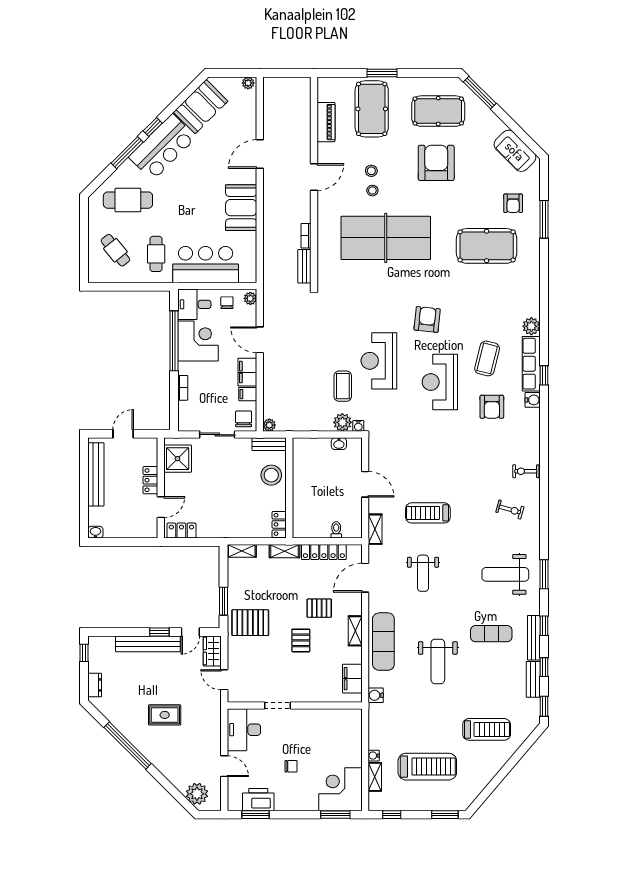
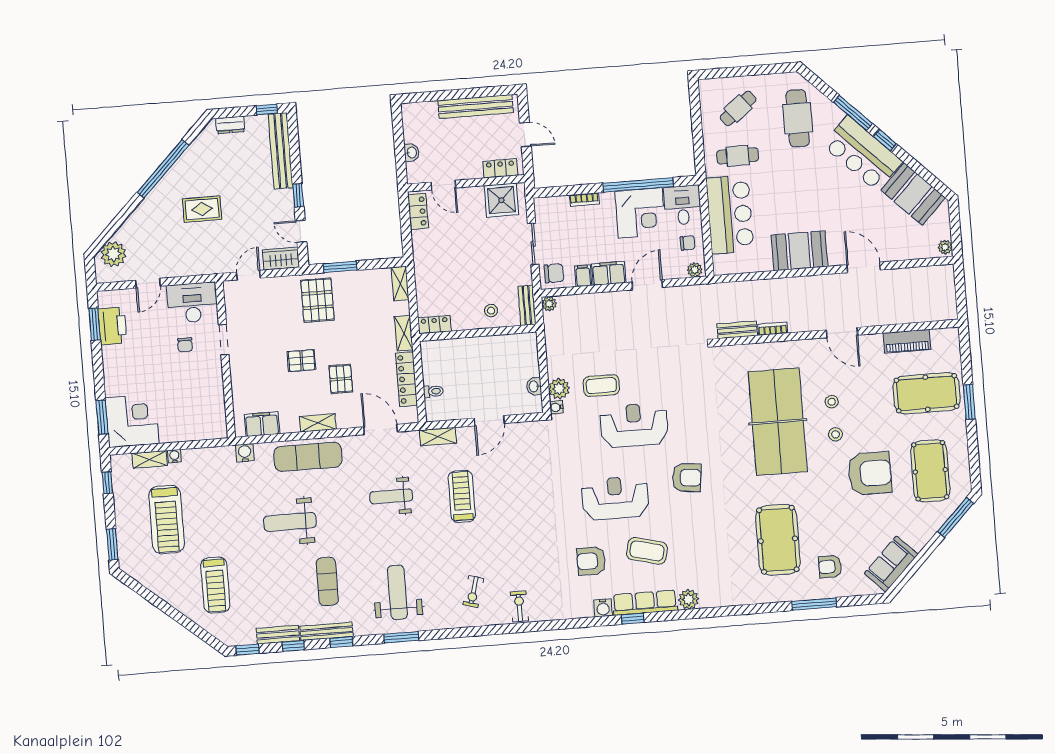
stool: (371, 171) -> (836, 434), moved
stool: (271, 475) -> (491, 311), width x0.53, depth x0.53
locker: (150, 480) -> (500, 168), moved
washbasin: (95, 532) -> (412, 153), moved
bench: (148, 644) -> (281, 151), moved
rug: (165, 715) -> (202, 209), turned 90
chair: (291, 766) -> (185, 345), moved

